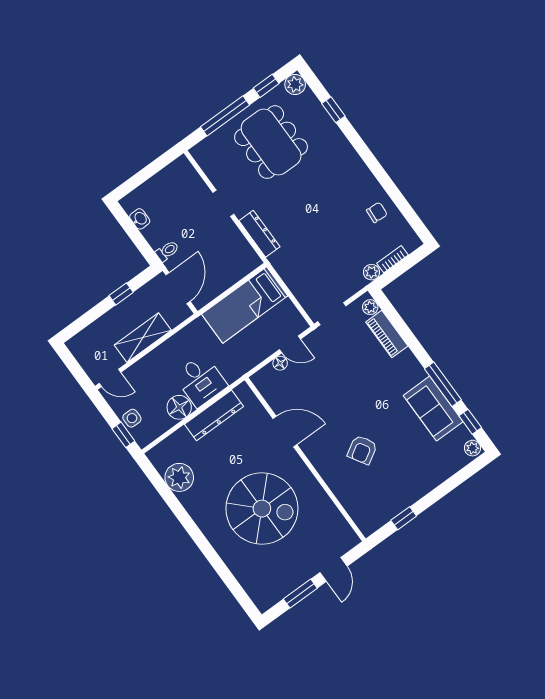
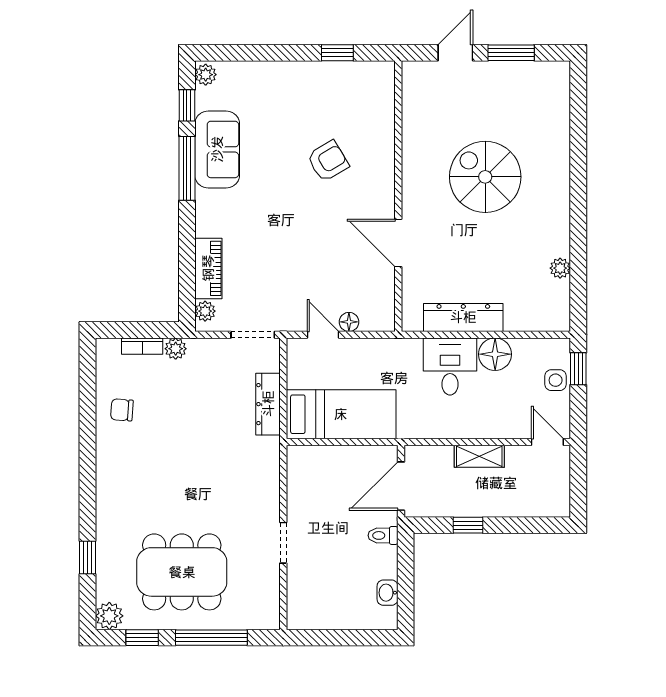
dining table: (271, 142) -> (182, 572), turned 90
dresser: (259, 234) -> (268, 404), moved
shelving: (143, 338) -> (479, 456), width x0.67, depth x0.75
plant: (179, 477) -> (560, 268), width x0.53, depth x0.53
spiral stairs: (262, 509) -> (485, 177), width x0.73, depth x0.73

